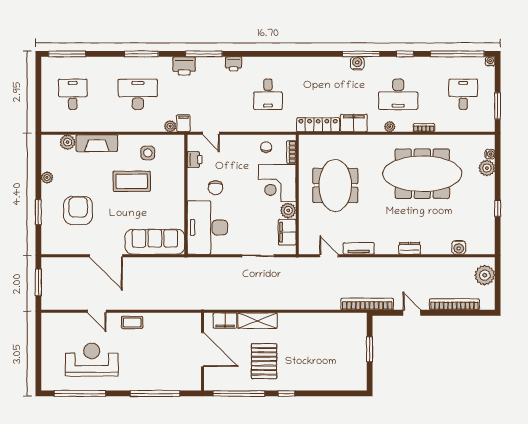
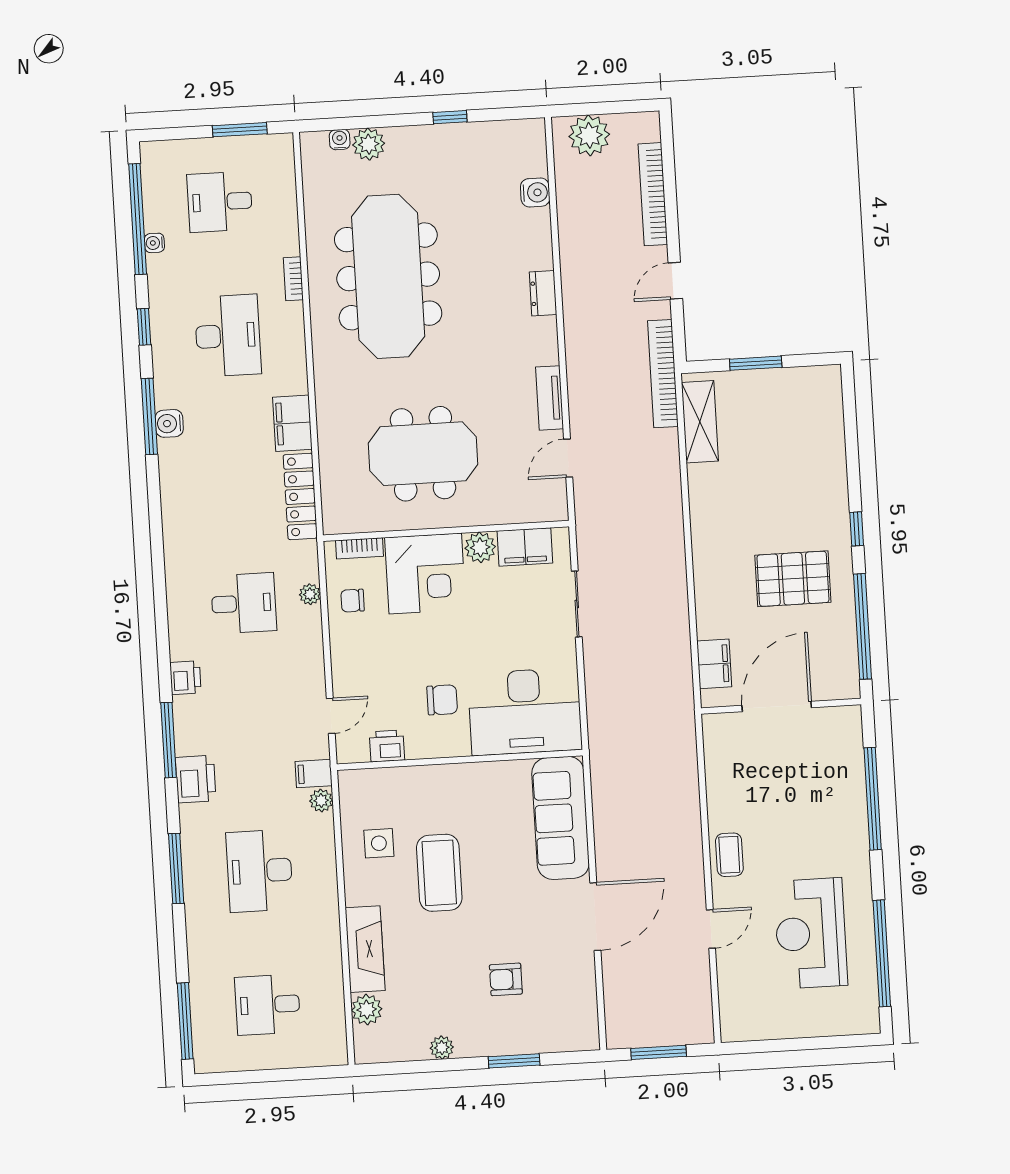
water cooler: (490, 61) -> (154, 243), moved
plant: (390, 127) -> (310, 594), moved
armchair: (78, 210) -> (506, 979), width x0.53, depth x0.53
shelving: (257, 321) -> (700, 422), moved

